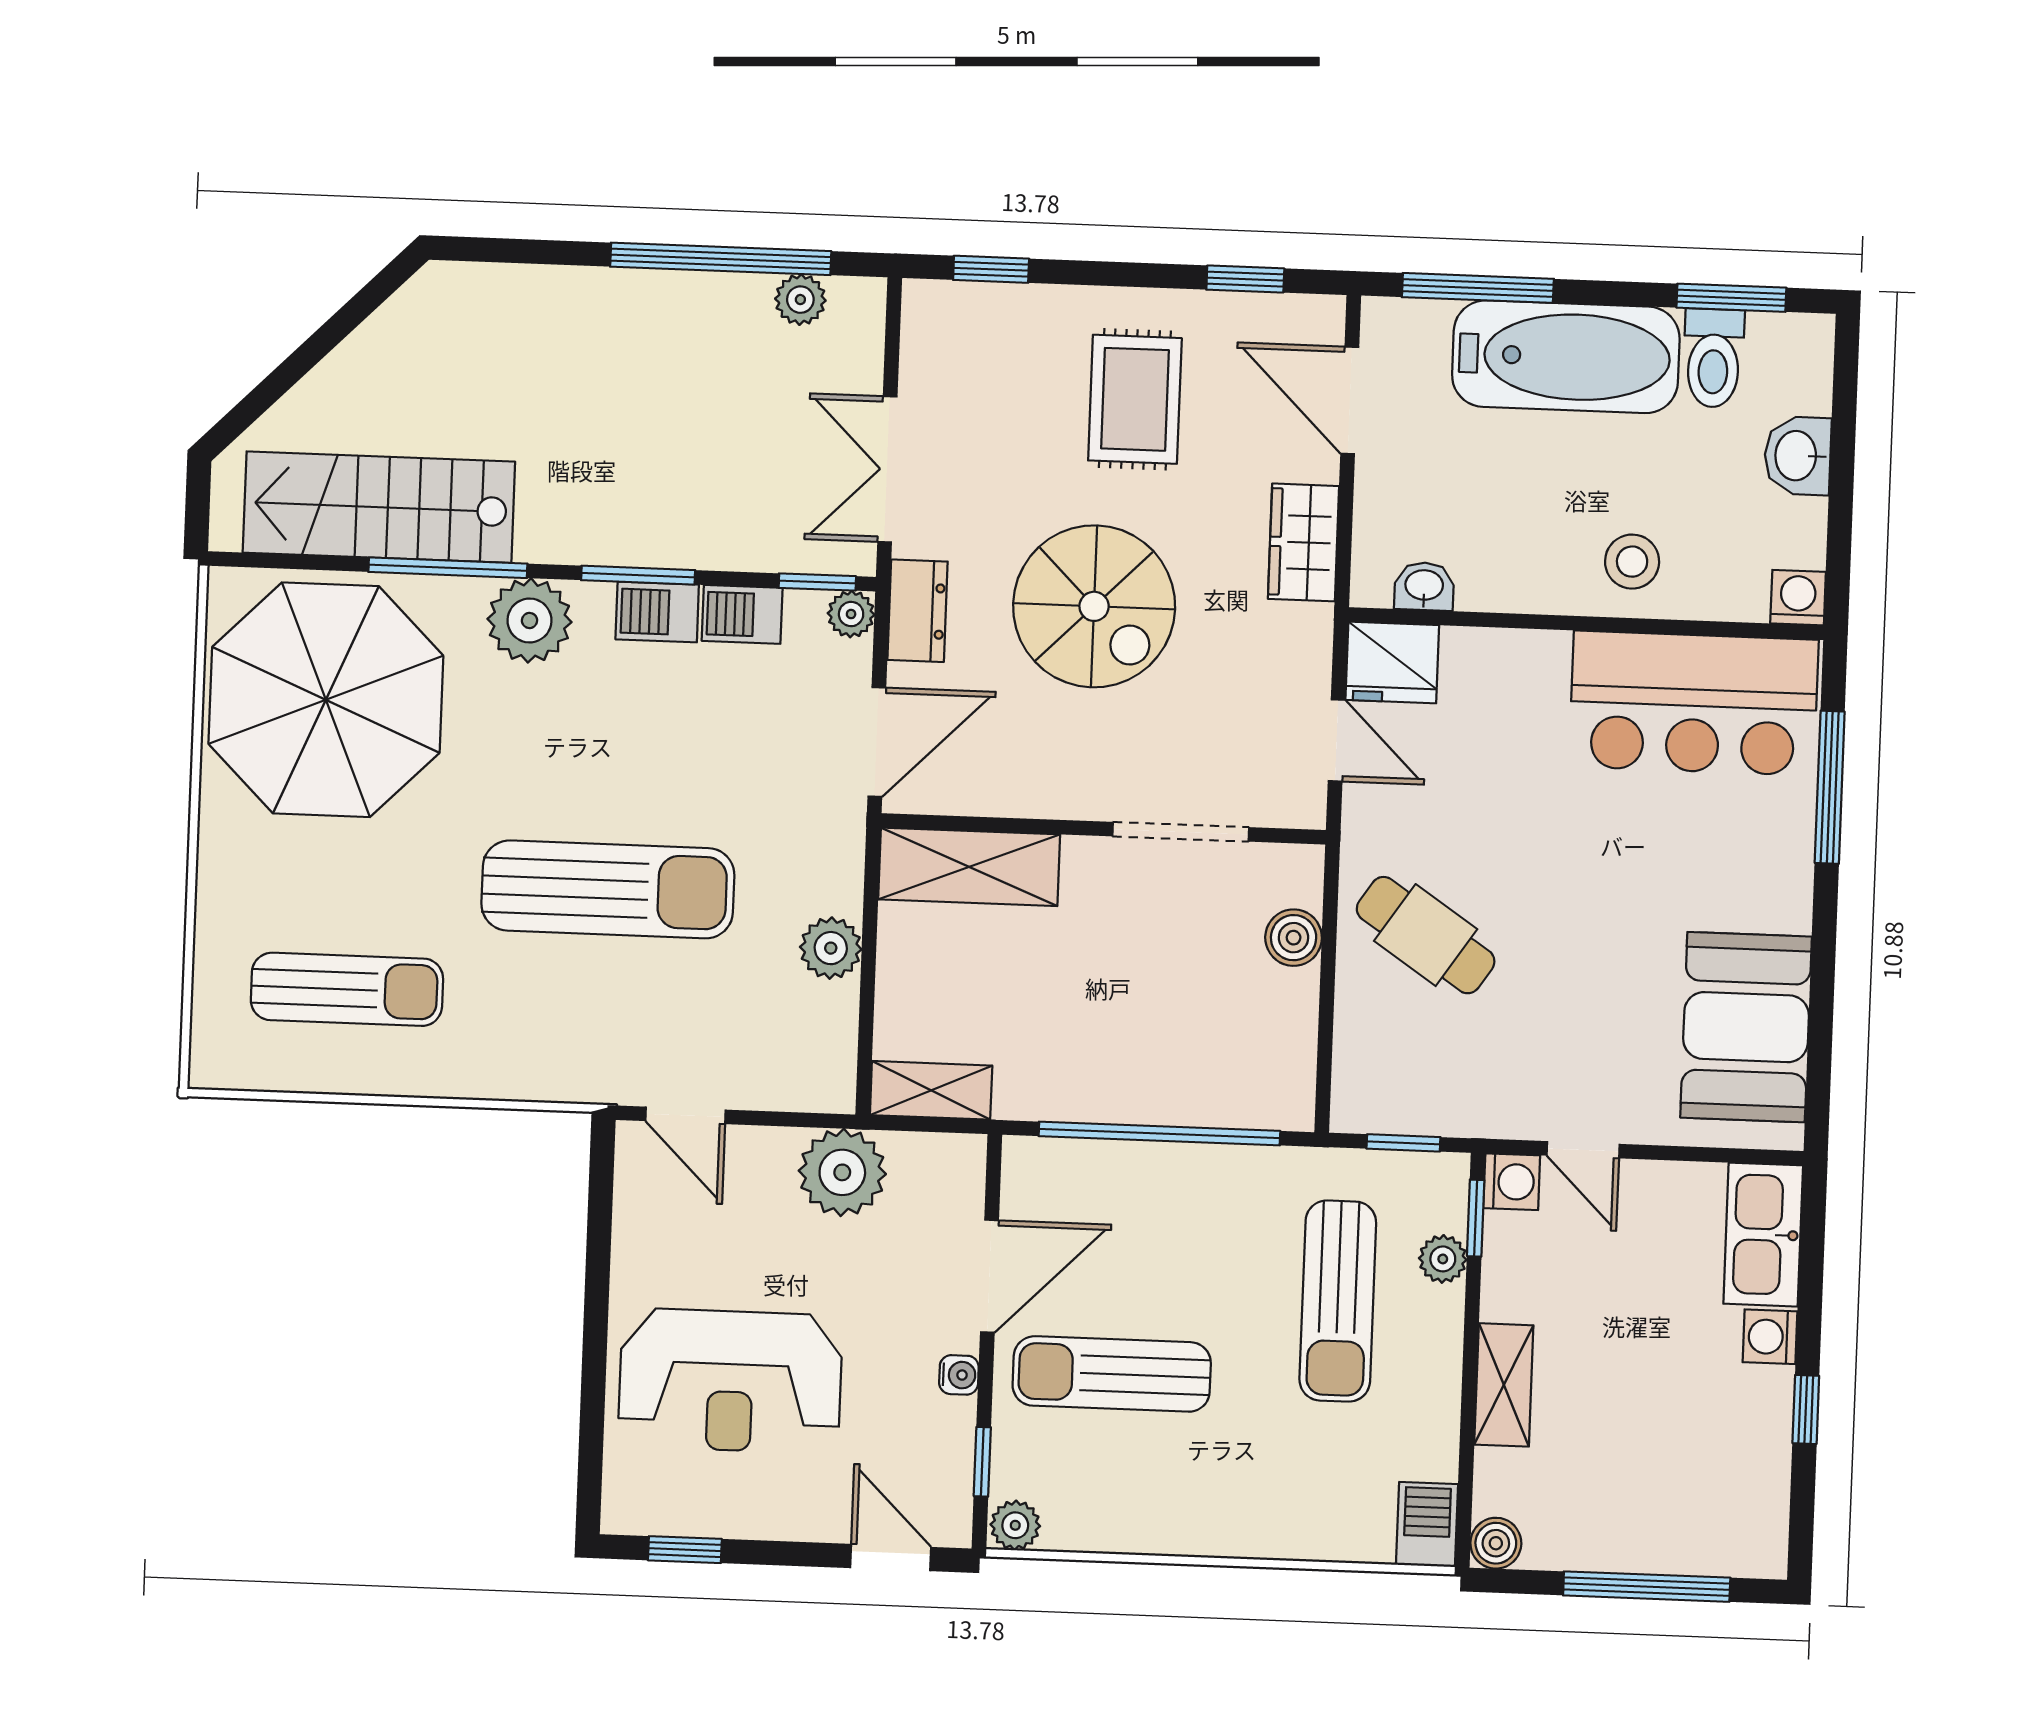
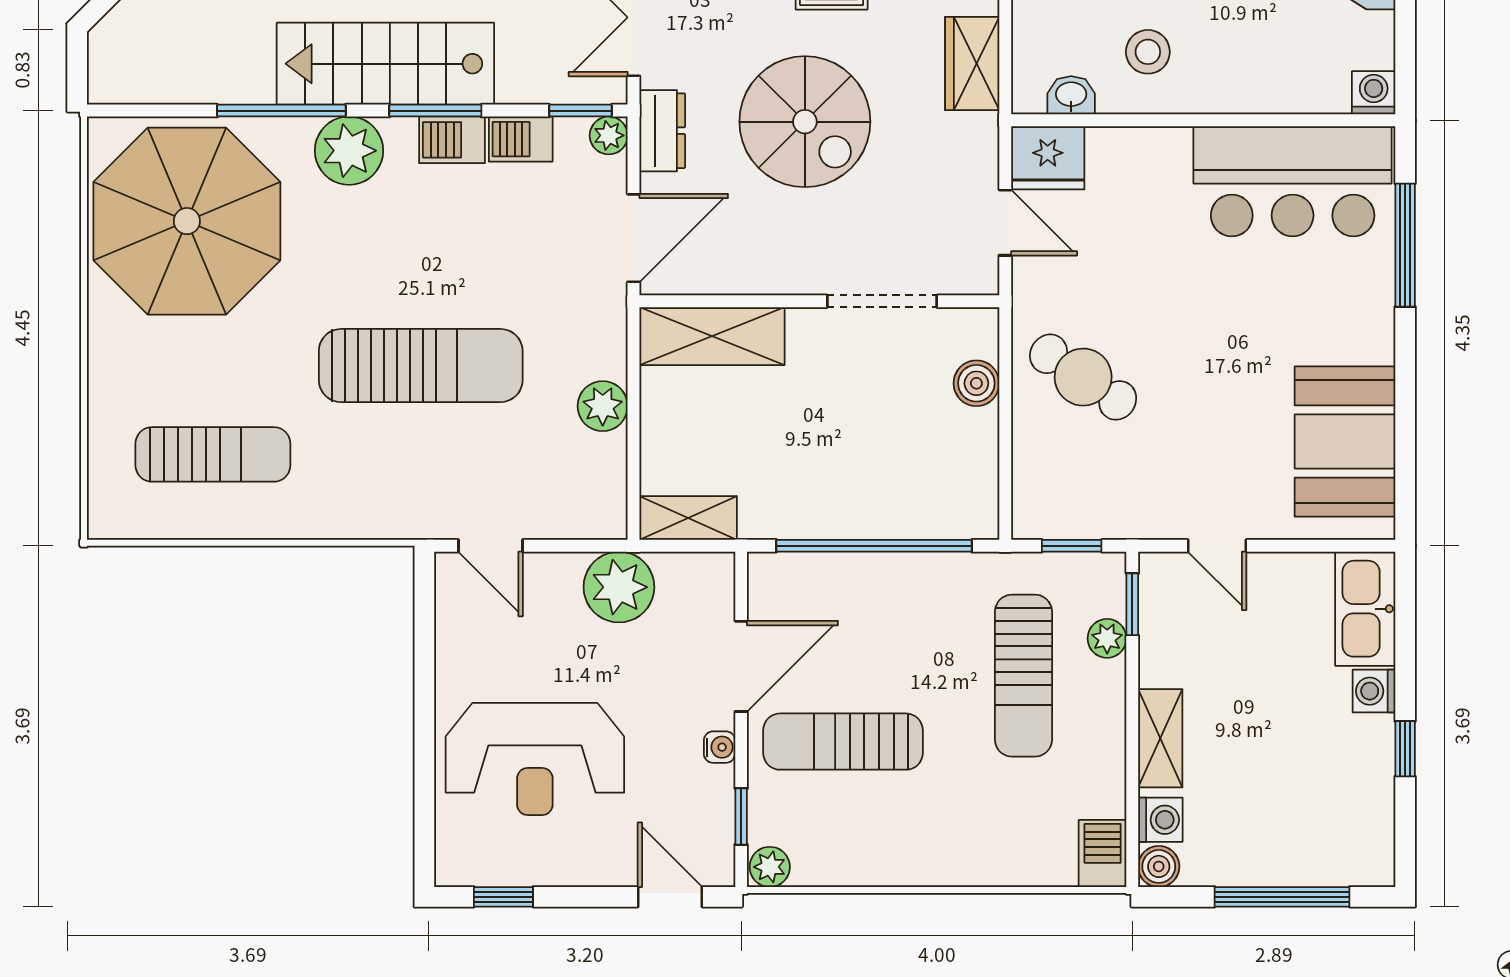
stairs: (379, 507) -> (385, 64), moved
stool: (1632, 562) -> (1148, 52), moved
washing machine: (1512, 1182) -> (1160, 820), moved

